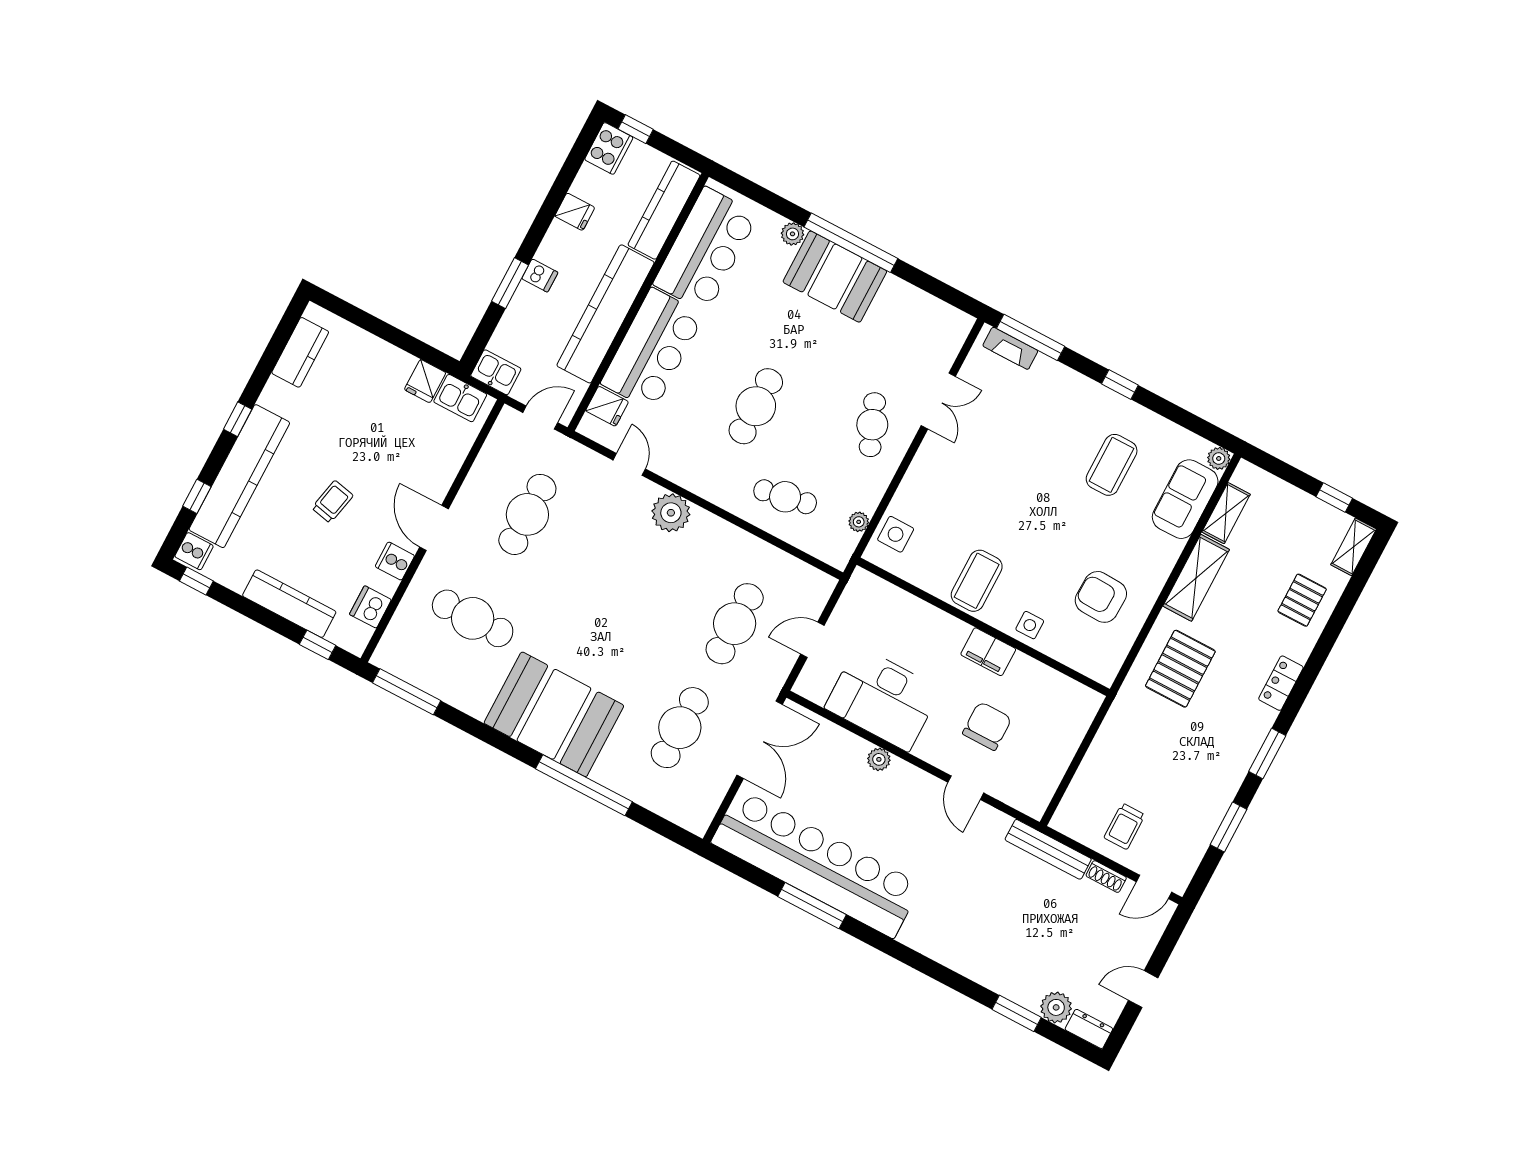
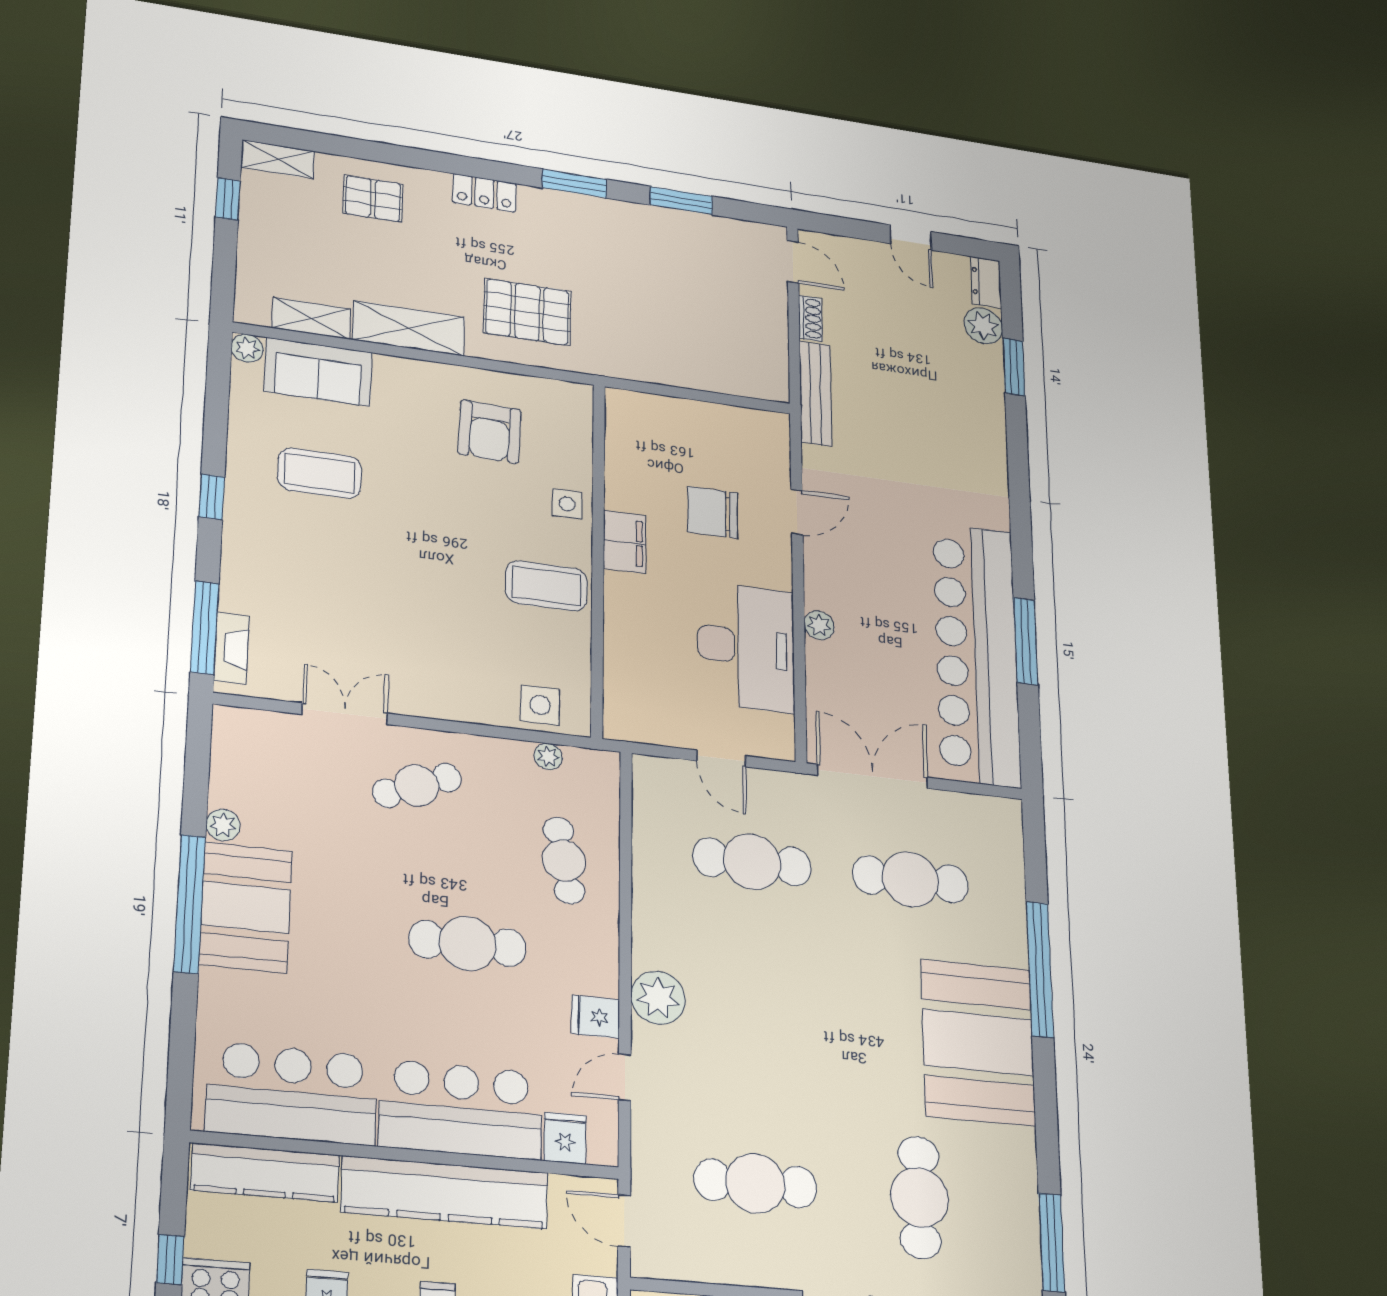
plant: (792, 234) -> (223, 825), moved
fridge: (675, 465) -> (596, 1017), added
trolley: (1125, 826) -> (743, 316), removed

